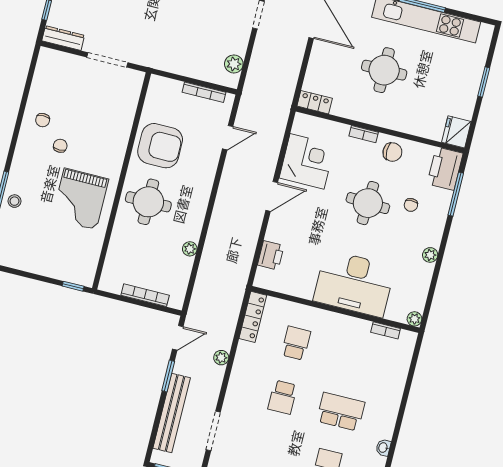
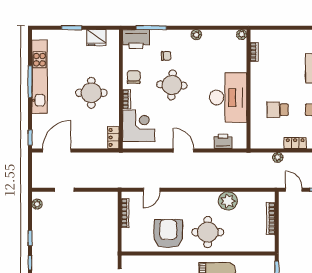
plant: (234, 64) -> (101, 198), removed
round table: (384, 70) -> (91, 93), moved
fridge: (456, 132) -> (96, 38), moved
door: (228, 138) -> (152, 190), swing flipped
corner desk: (307, 161) -> (139, 126), moved, turned 90
plant: (190, 249) -> (228, 201), width x1.87, depth x1.87
desk: (354, 284) -> (228, 98), moved
locker: (253, 317) -> (295, 143), moved, width x0.66
plant: (221, 358) -> (278, 157), moved

